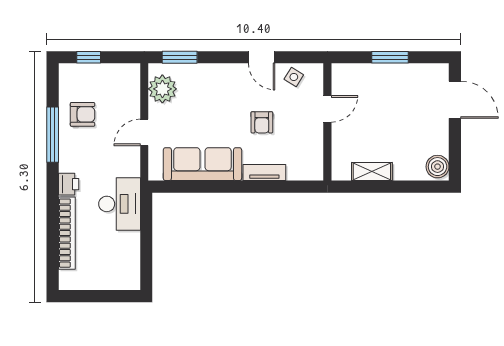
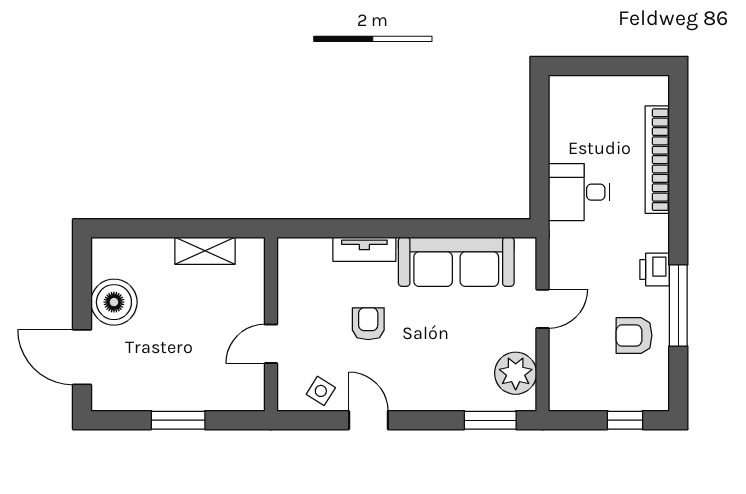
boiler: (438, 167) -> (114, 302), moved, width x1.37, depth x1.37
printer: (69, 184) -> (655, 270), moved
desk: (120, 204) -> (579, 192), width x0.73

